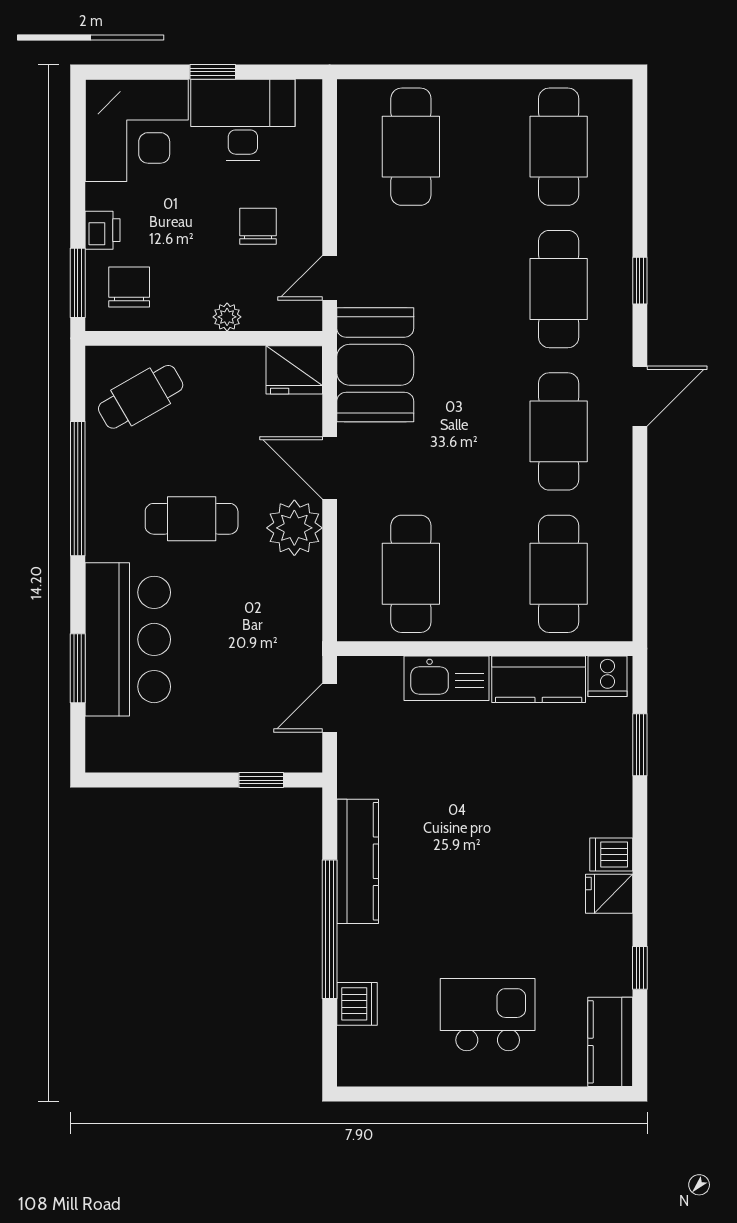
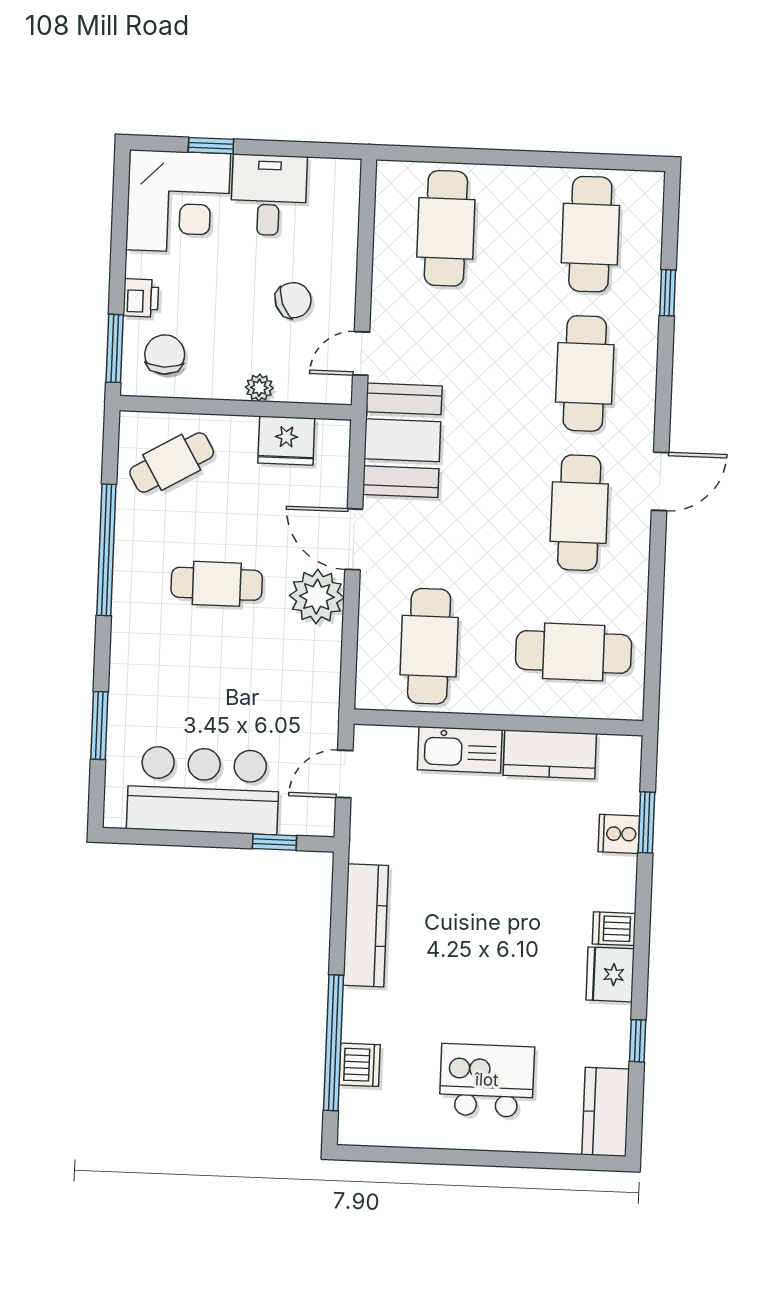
window: (213, 72) -> (211, 146), moved
desk: (243, 120) -> (269, 195), width x0.73
chair: (258, 226) -> (293, 300), turned 68
window: (640, 281) -> (668, 293), moved
fridge: (294, 370) -> (286, 441), moved
cafe table: (559, 574) -> (574, 652), turned 90
bar counter: (128, 639) -> (203, 790), moved, turned -90
cooker: (608, 676) -> (619, 834), moved, turned 90
fridge: (609, 894) -> (610, 974), width x1.38
window: (330, 929) -> (333, 1043), moved

